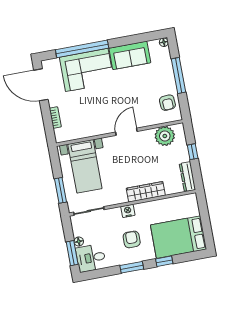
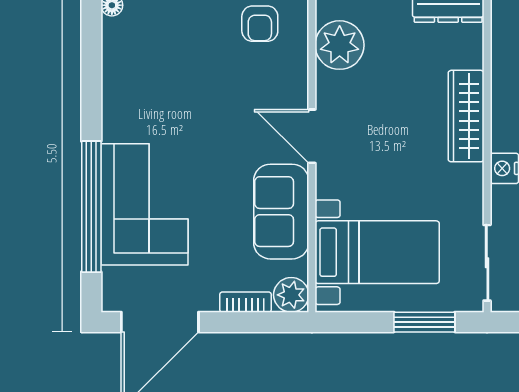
sofa: (130, 55) -> (281, 212), moved, turned 180
armchair: (167, 103) -> (260, 24), turned 94
plant: (62, 135) -> (291, 295), added

